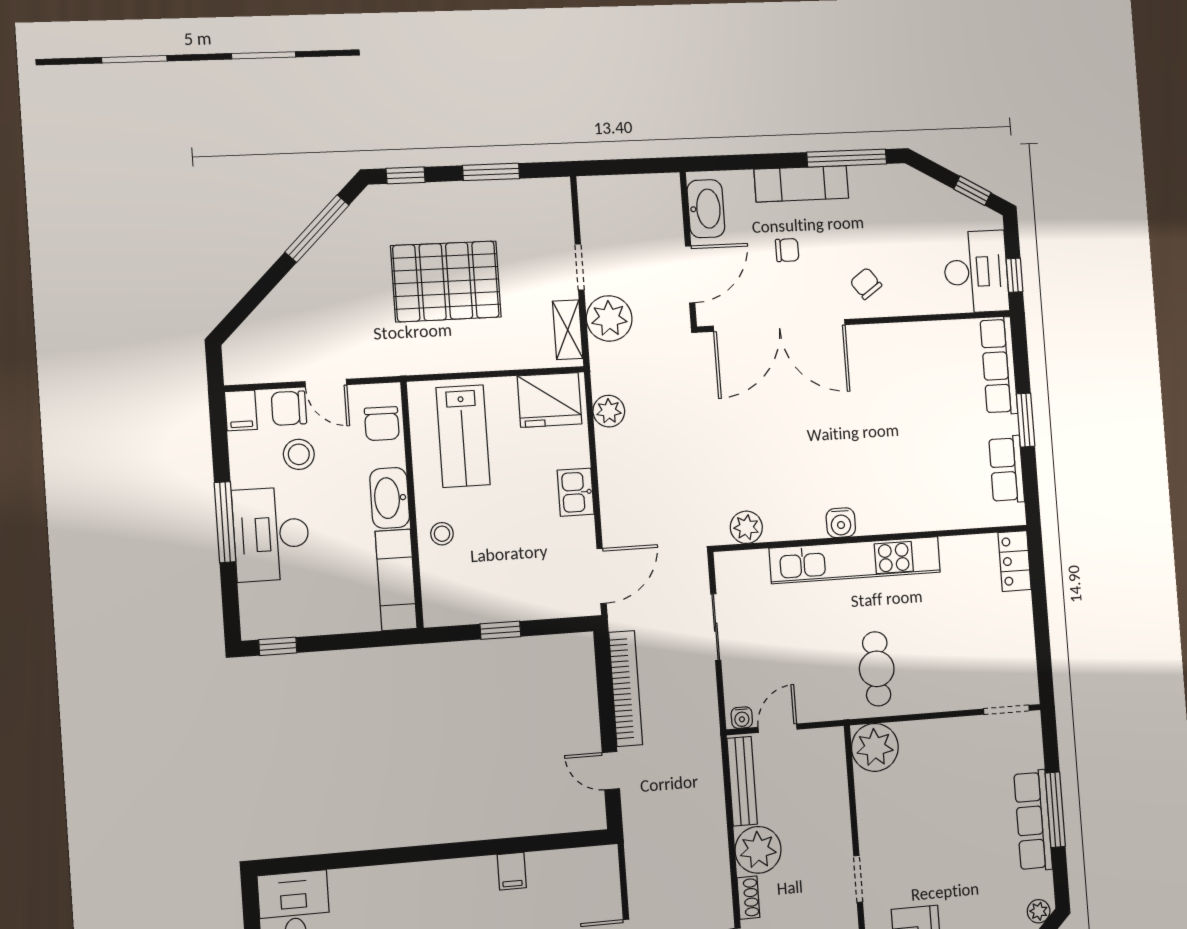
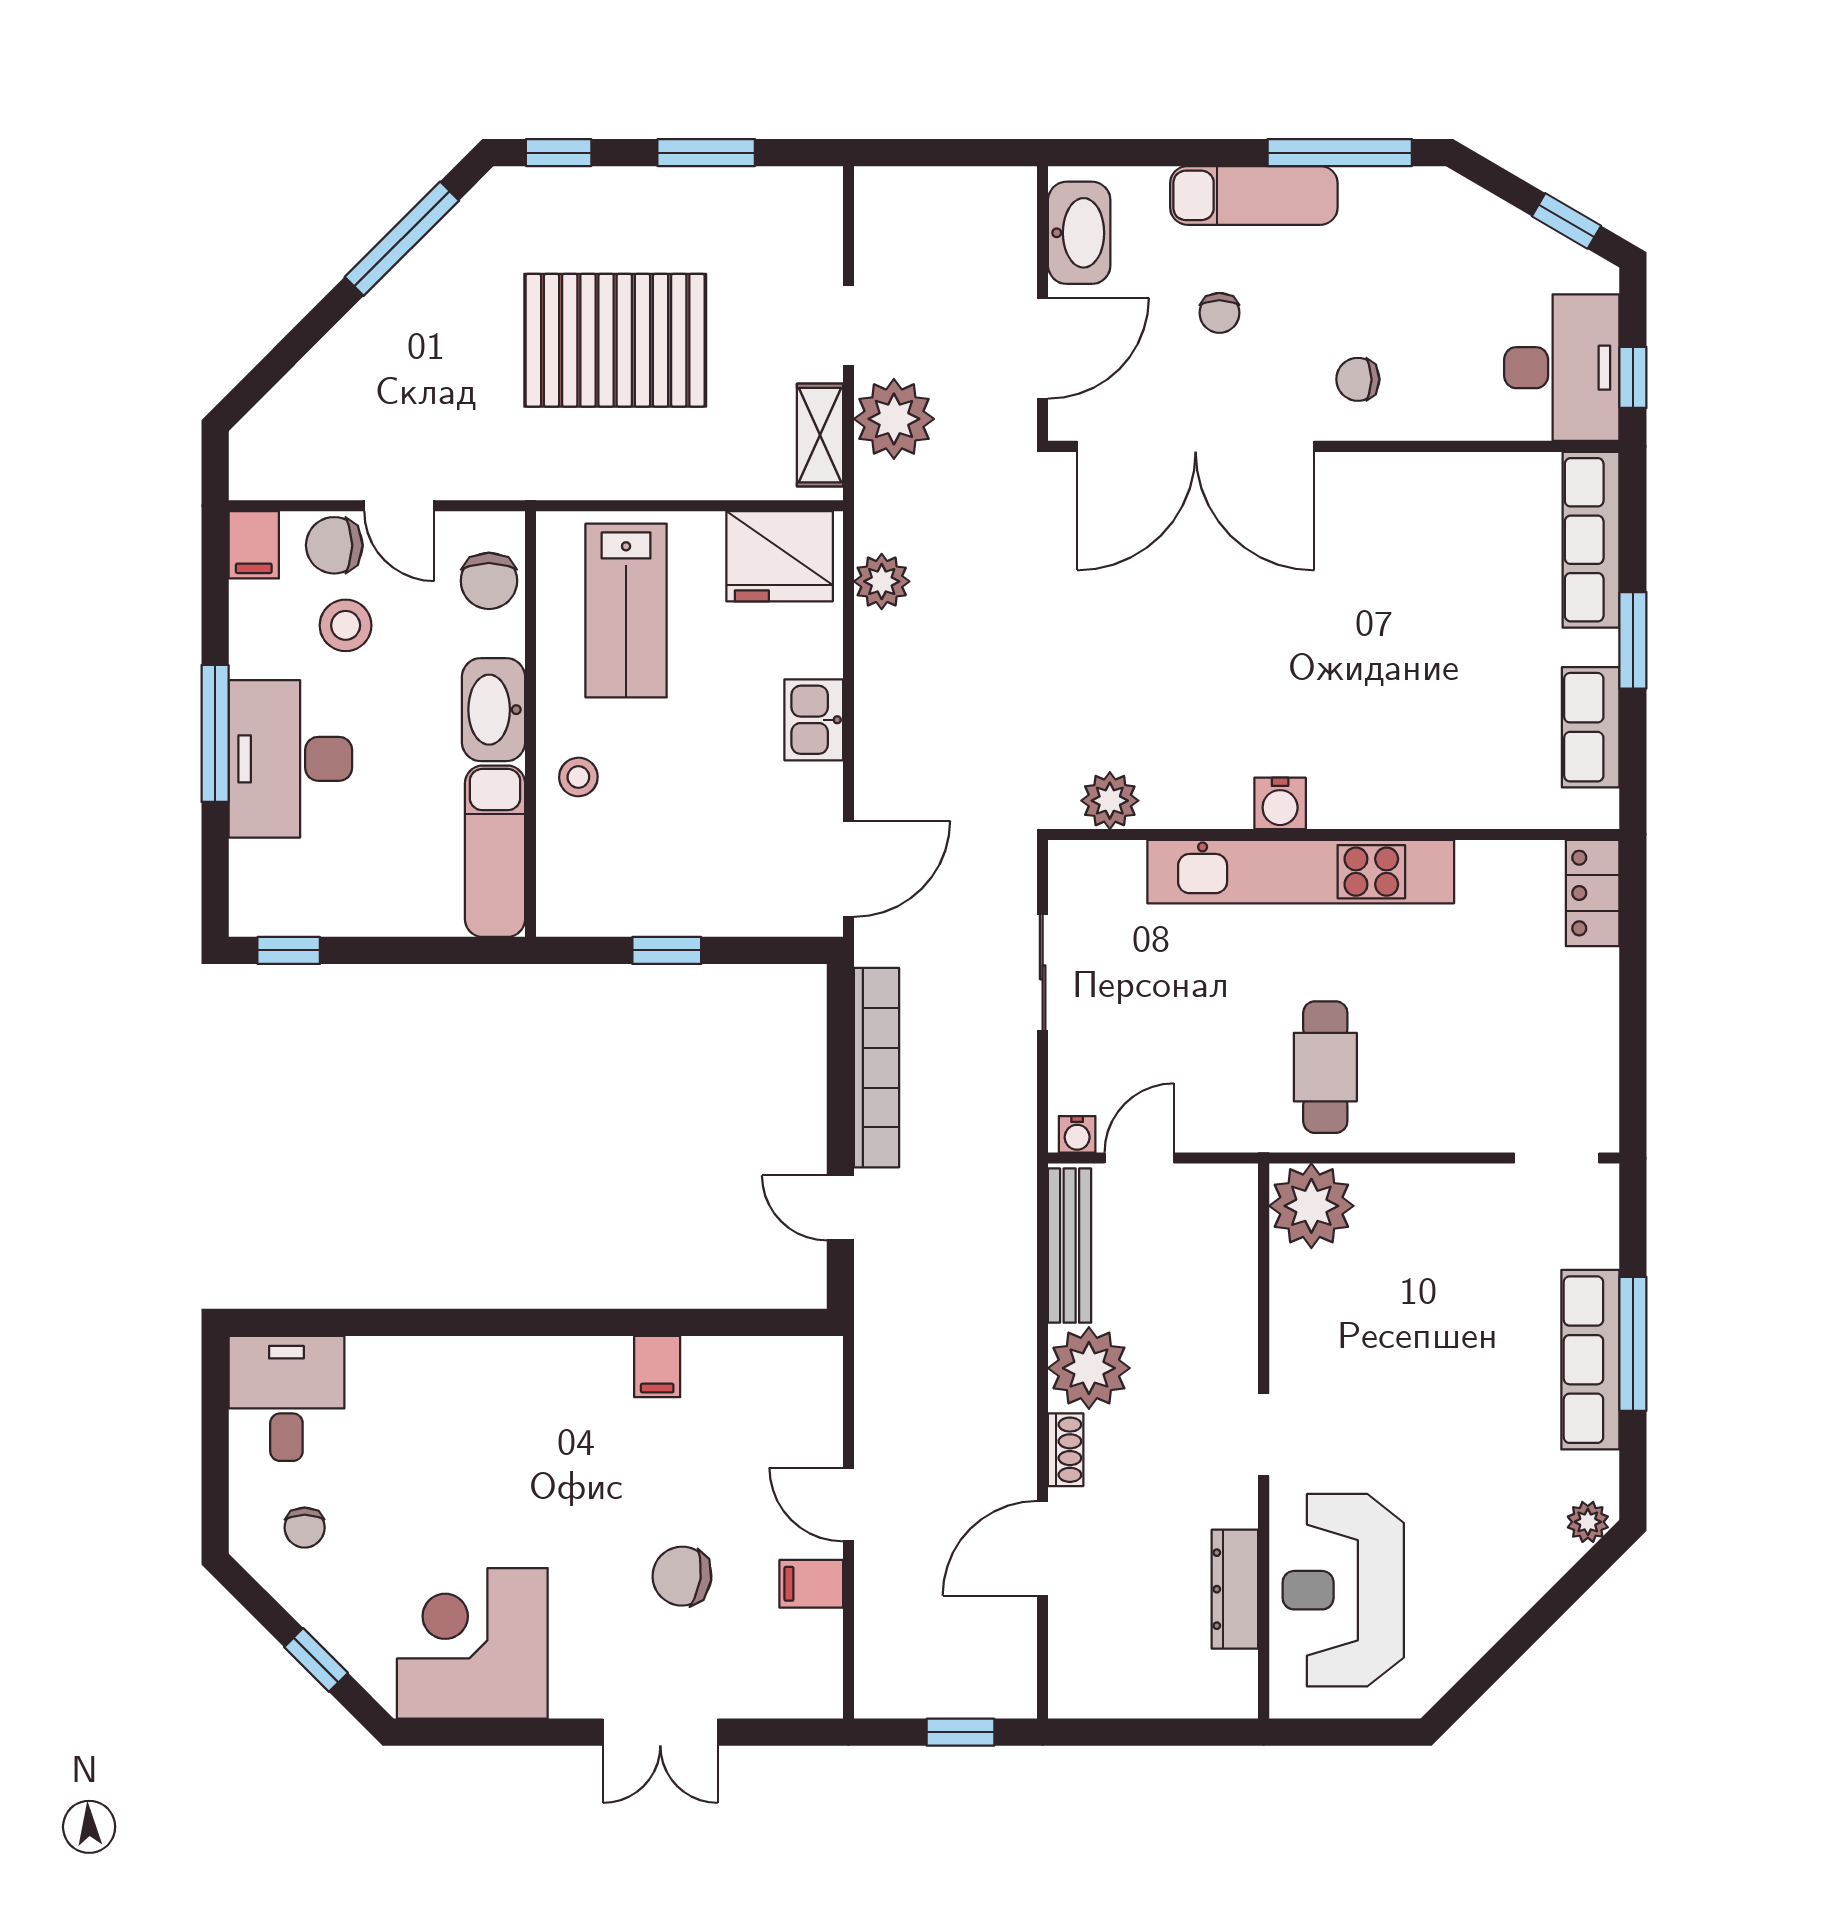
chair: (787, 250) -> (1219, 313), turned 90
chair: (866, 284) -> (1358, 379), turned -54

